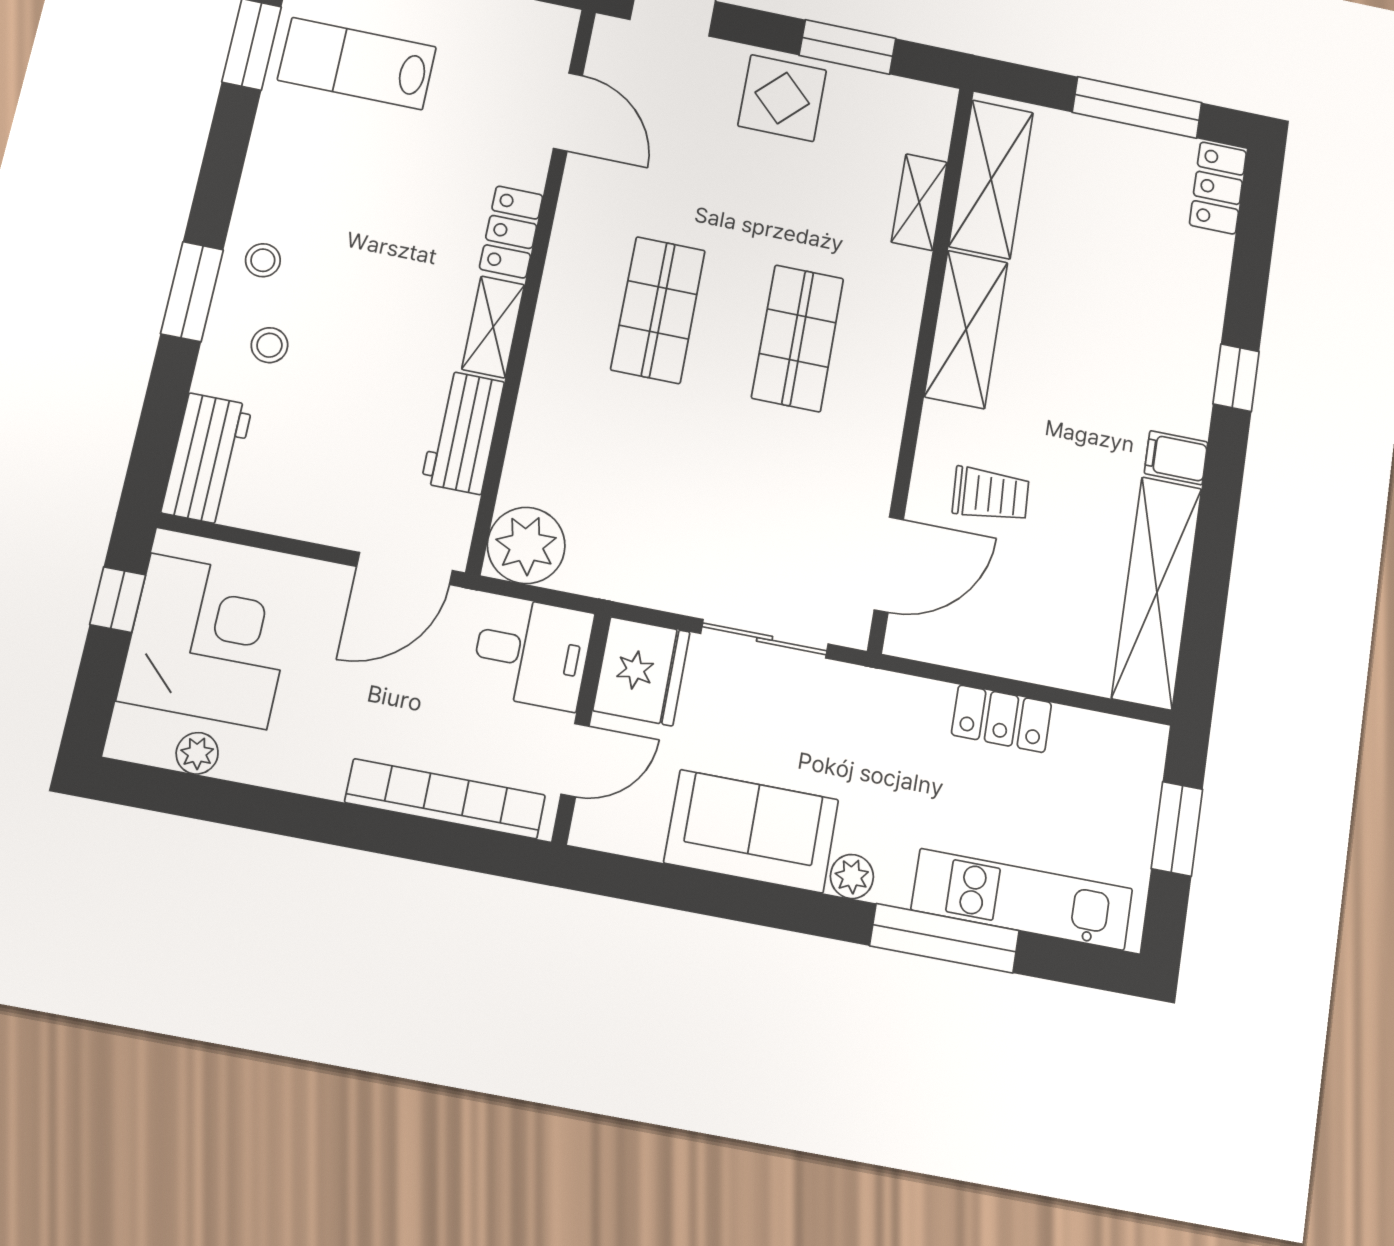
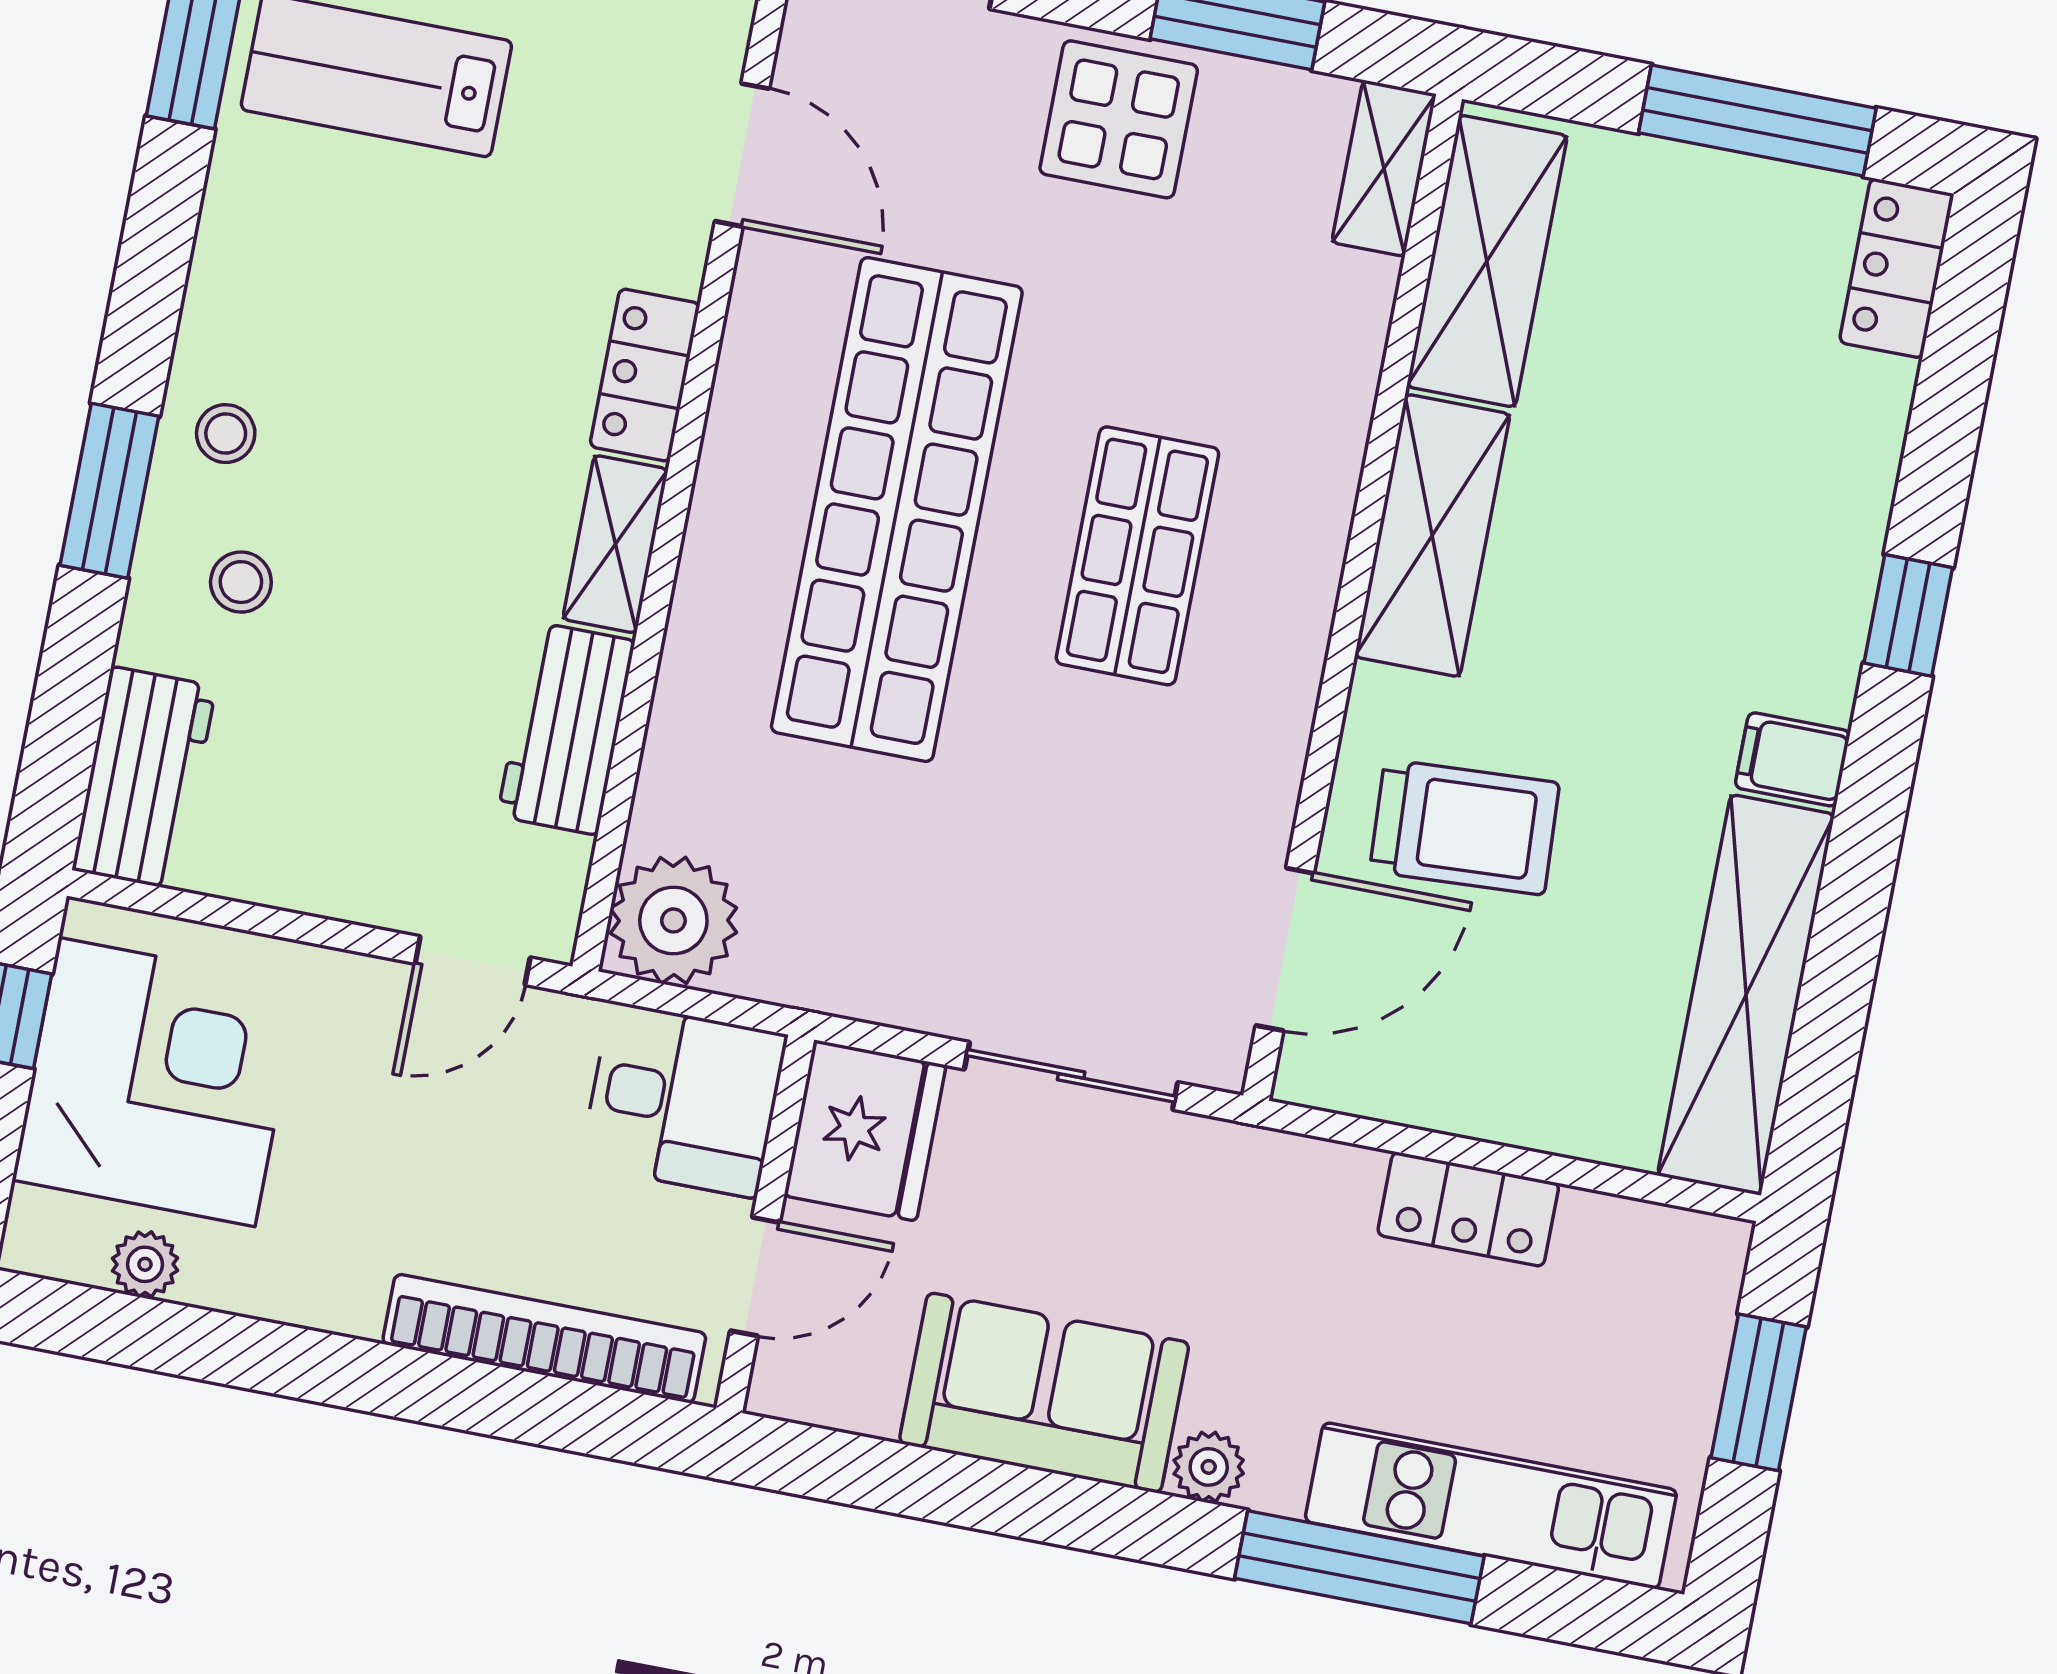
shelving: (919, 202) -> (1384, 168), moved
shop shelf: (658, 310) -> (897, 510), width x2.00, depth x1.36
trolley: (991, 494) -> (1465, 827), width x1.36, depth x1.39
door: (405, 569) -> (473, 961), width x0.73

